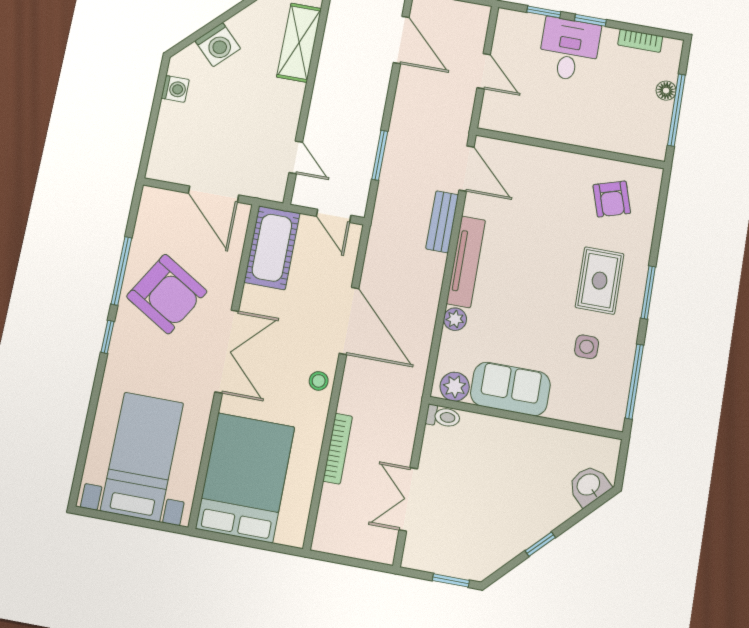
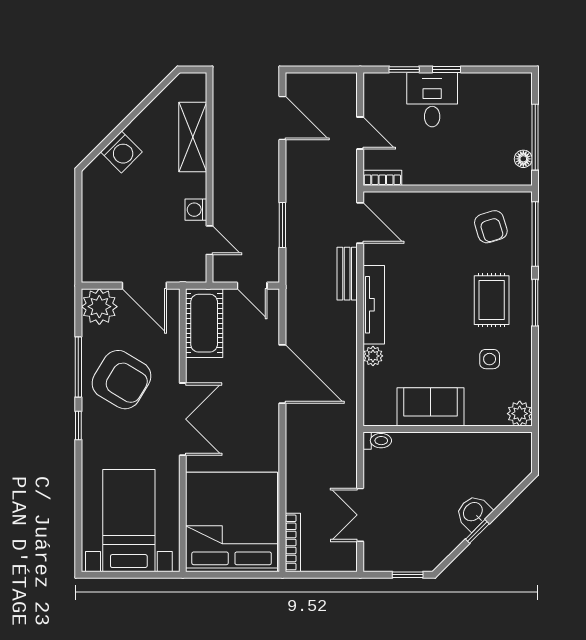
bookcase: (640, 41) -> (382, 178), moved, turned 180
washing machine: (175, 89) -> (196, 210), moved, turned 180
floor lamp: (666, 91) -> (523, 159), moved
plant: (159, 208) -> (99, 307), added
stool: (319, 381) -> (266, 430), removed
window: (634, 382) -> (535, 234), moved
plant: (455, 387) -> (520, 414), moved
bookcase: (338, 449) -> (293, 542), moved
bed: (245, 478) -> (232, 522), width x1.36
washbasin: (589, 485) -> (473, 512), moved

